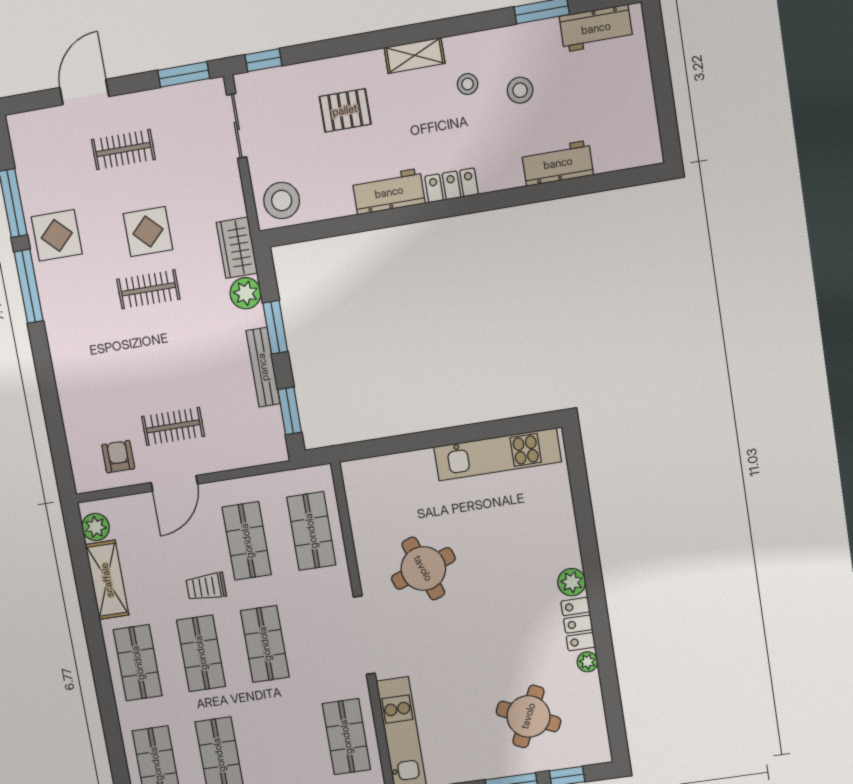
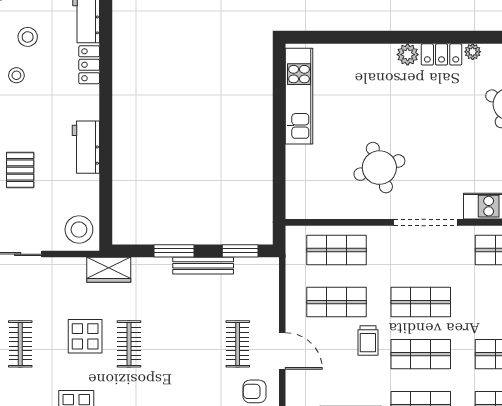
locker: (452, 185) -> (89, 65), moved
plant: (246, 293) -> (144, 269), removed

